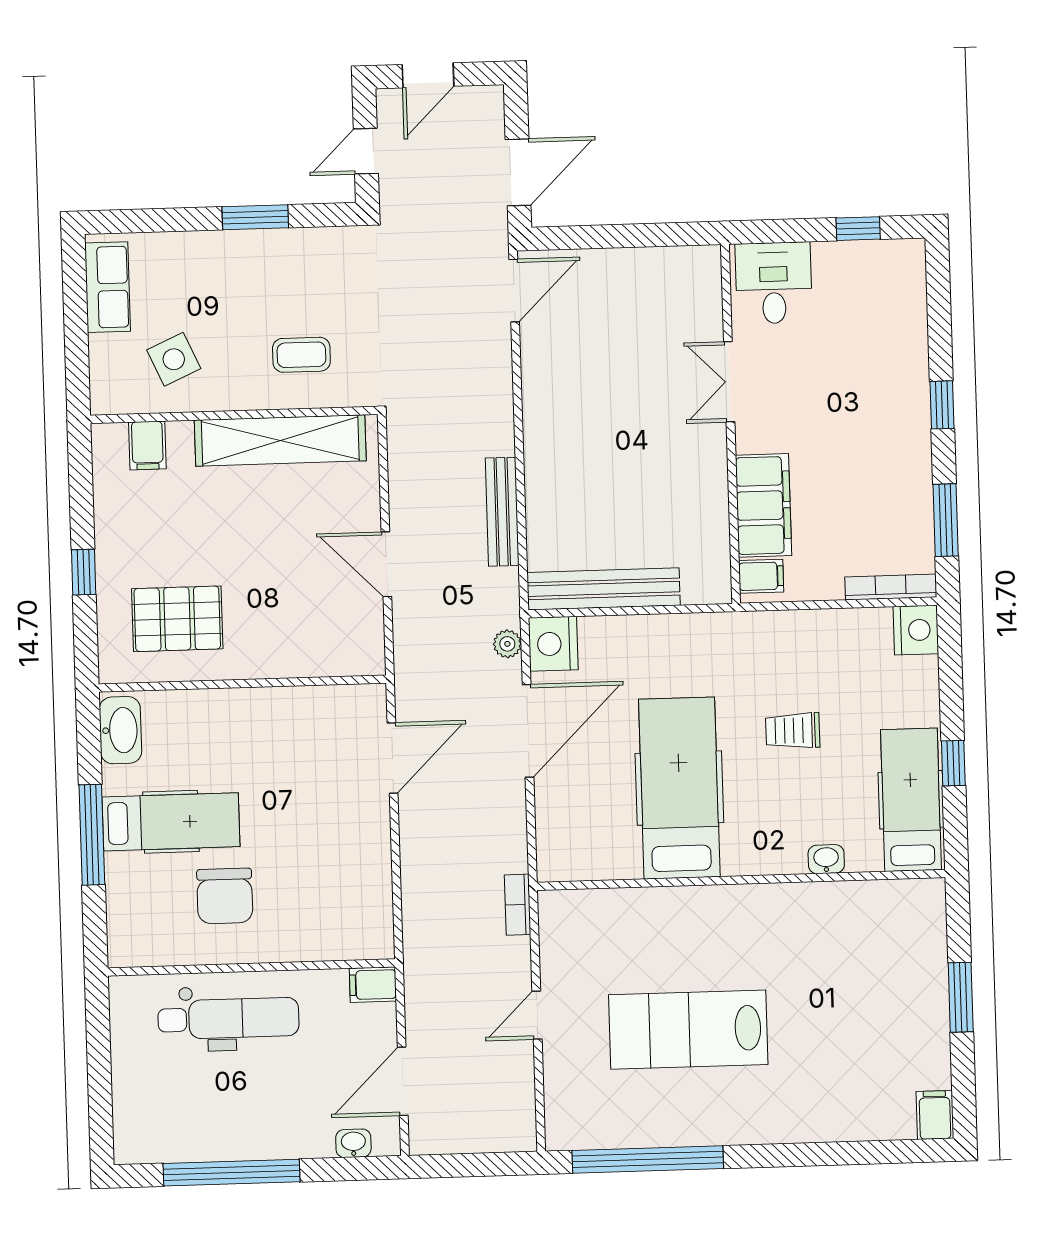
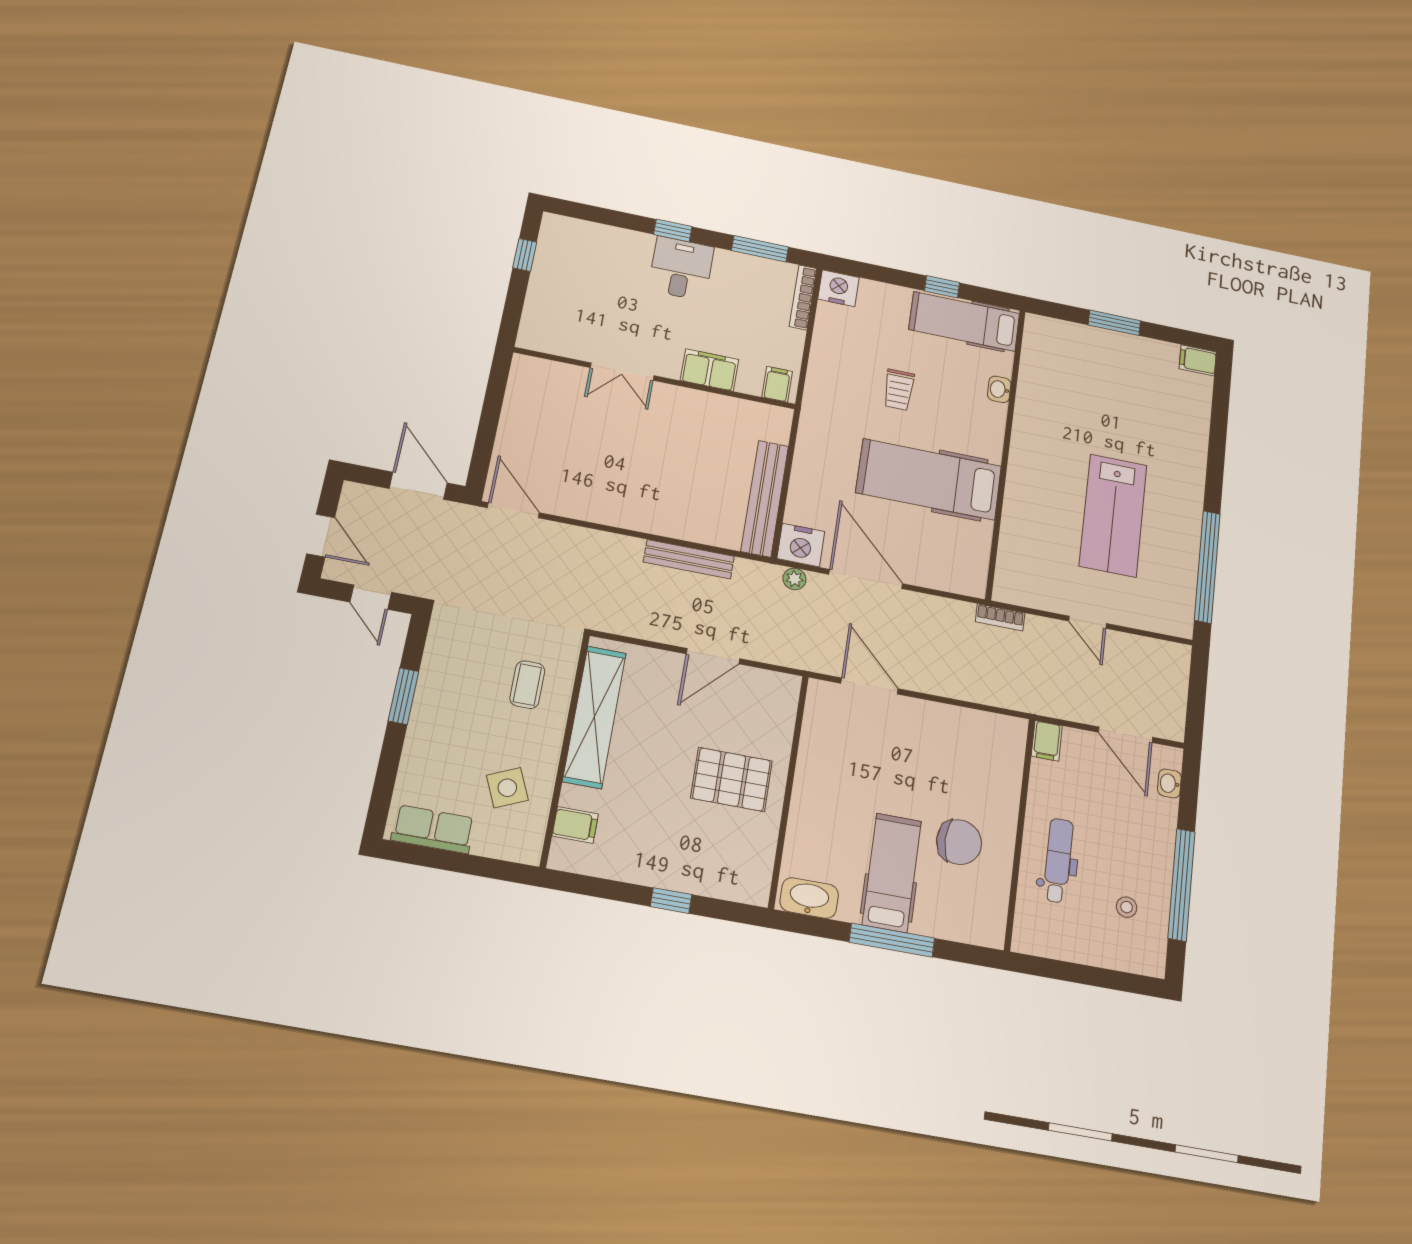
desk: (774, 283) -> (681, 268), moved, turned 90
filing cabinet: (763, 505) -> (709, 370), width x0.67, depth x0.86
pallet: (177, 619) -> (731, 779), moved, turned 90
dental chair: (229, 1018) -> (1058, 860), width x0.73, depth x0.72
stool: (190, 1109) -> (1127, 907), added

